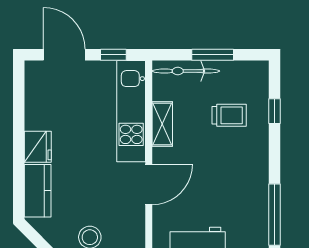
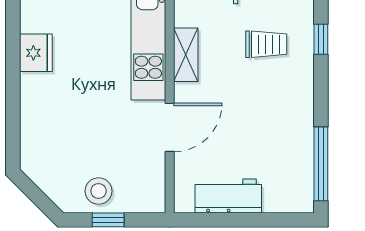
fridge: (38, 147) -> (36, 53), moved
kitchen counter: (38, 191) -> (36, 135), removed

